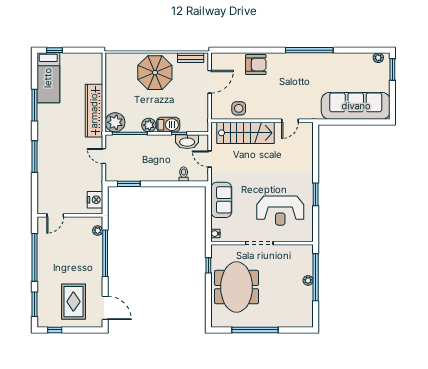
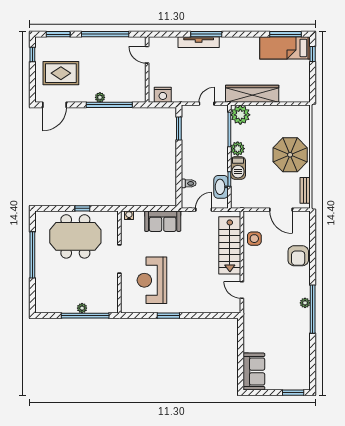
plant: (378, 58) -> (305, 303), moved
window: (35, 105) -> (286, 34), moved
sofa: (356, 106) -> (254, 371), width x0.54, depth x0.79
tv unit: (43, 164) -> (199, 42), added
plant: (98, 231) -> (100, 97), moved
window: (208, 265) -> (82, 208), moved

